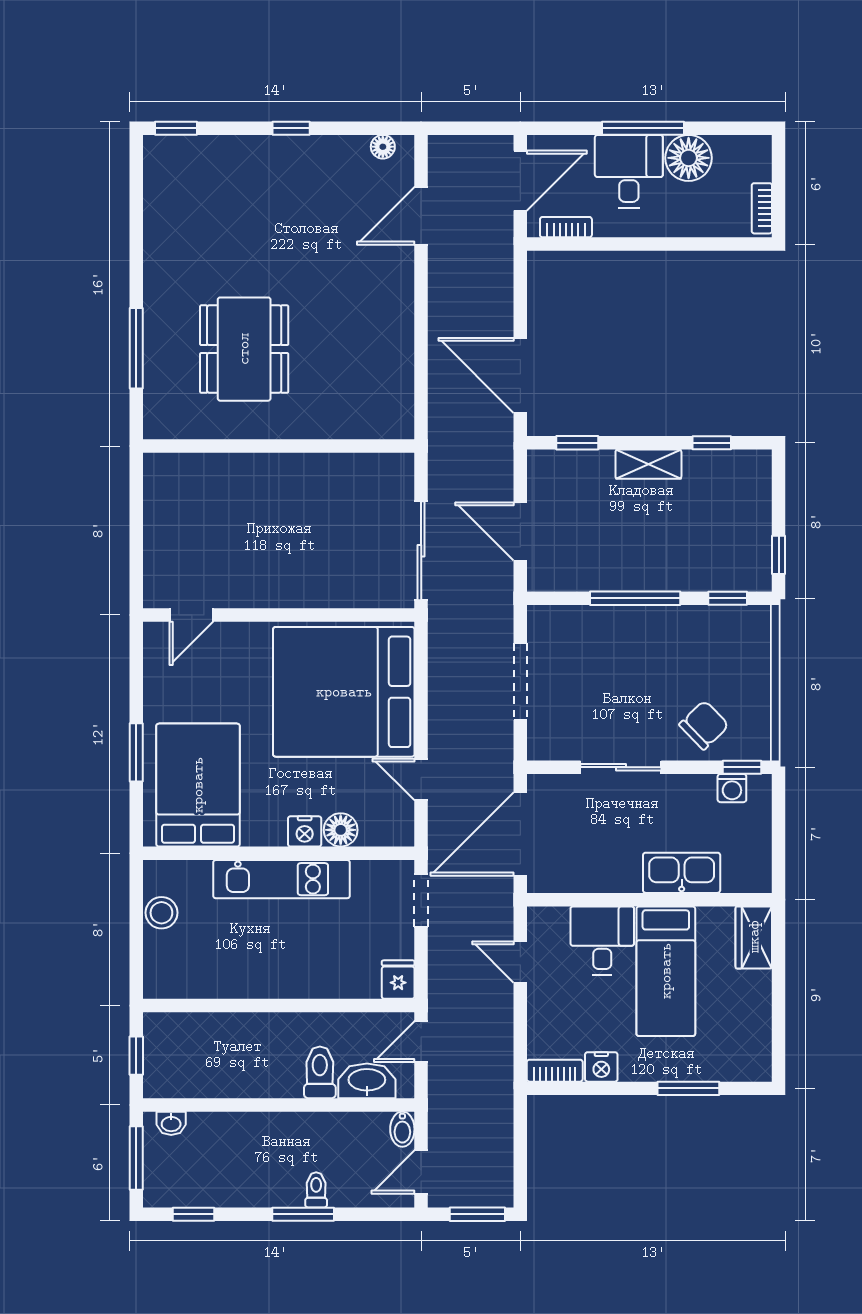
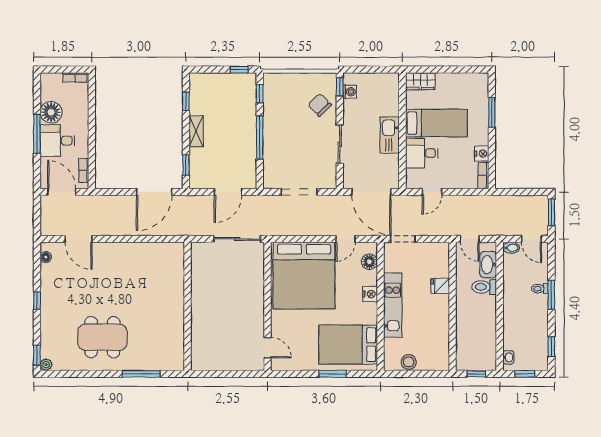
plant: (156, 148) -> (46, 365), added
dining table: (244, 349) -> (102, 337), moved
floor lamp: (341, 830) -> (369, 262), moved
kitchen sink: (682, 873) -> (390, 135), moved
fridge: (398, 980) -> (440, 286), moved
window: (136, 1158) -> (525, 374), width x0.67

